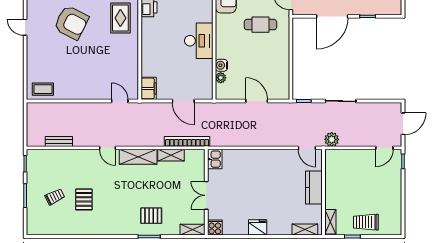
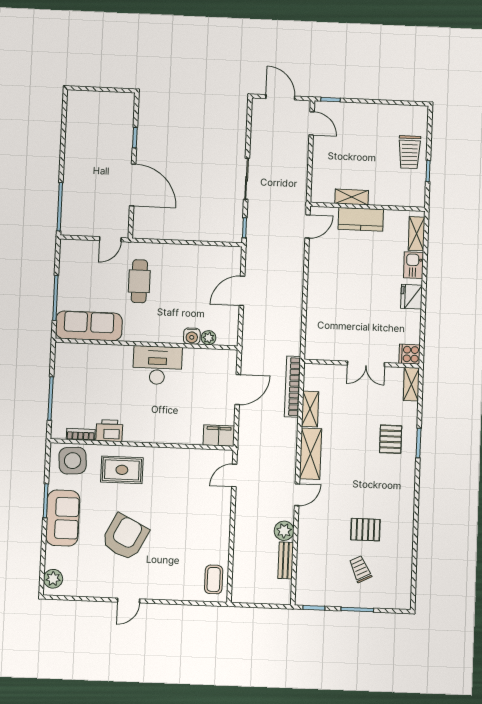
plant: (332, 139) -> (284, 531), moved
kitchen sink: (215, 159) -> (414, 265), moved, turned -90
shelving: (330, 222) -> (352, 197), moved

